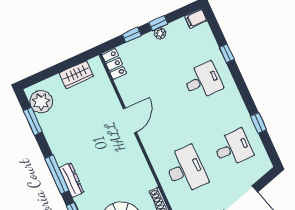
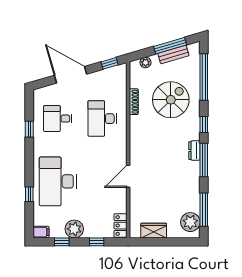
window: (158, 23) -> (62, 242), moved
plant: (160, 33) -> (74, 229), width x1.88, depth x1.88
desk: (203, 81) -> (58, 181), width x1.87, depth x1.30
window: (33, 121) -> (204, 210), width x1.44
dresser: (71, 180) -> (194, 151), width x0.70

